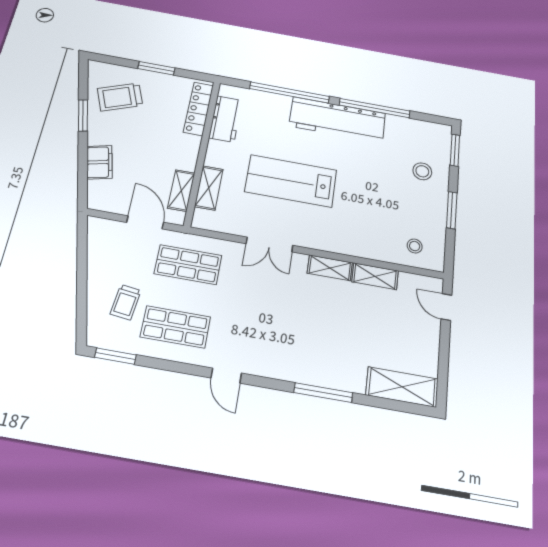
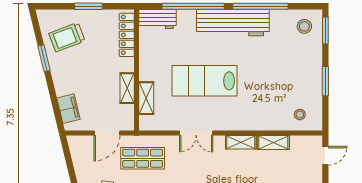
workbench: (225, 119) -> (157, 19), moved, turned 90
filing cabinet: (99, 162) -> (68, 109), moved
stool: (422, 171) -> (304, 26), moved
shelving: (181, 191) -> (127, 88), moved
door: (145, 222) -> (107, 133), swing flipped
door: (446, 307) -> (325, 156), swing flipped

